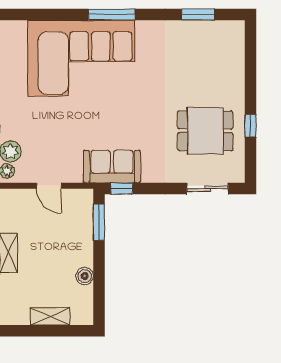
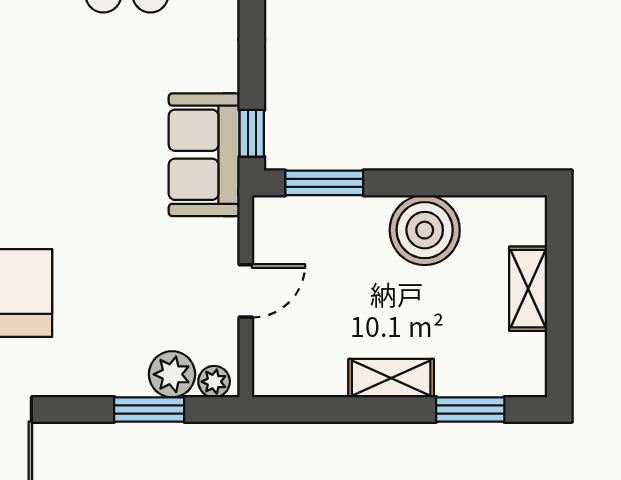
boiler: (85, 276) -> (425, 230), width x1.86, depth x1.86

